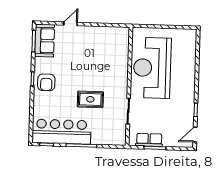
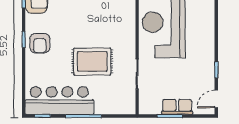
rug: (90, 99) -> (92, 61), width x1.36, depth x1.43
row of seats: (149, 140) -> (177, 107), moved

